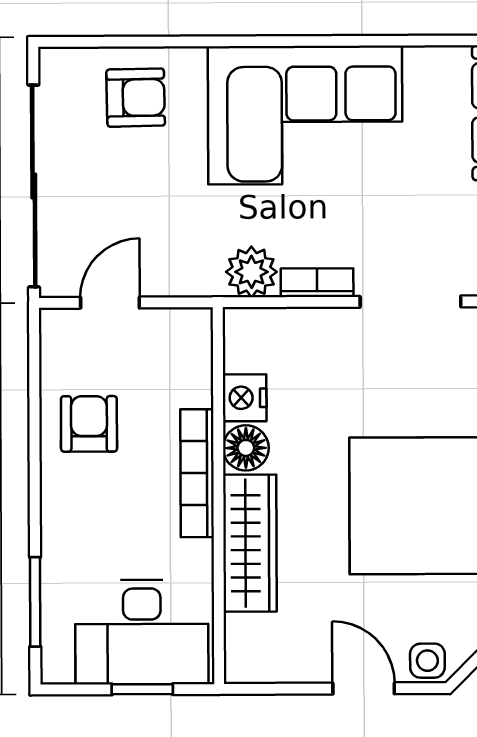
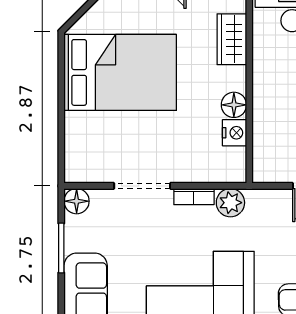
bookcase: (197, 473) -> (261, 91), removed
wardrobe: (250, 543) -> (232, 39), width x0.67

